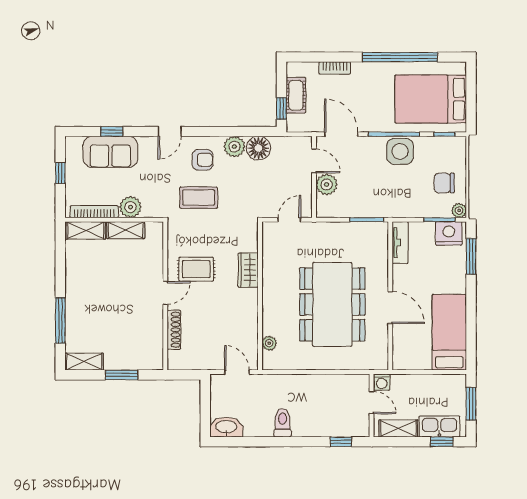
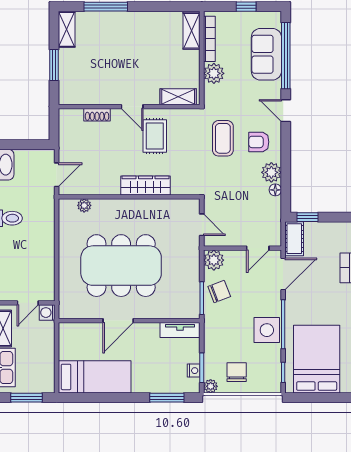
cot: (296, 95) -> (294, 239), moved, turned 90
window: (112, 131) -> (286, 56), width x3.17
floor lamp: (258, 148) -> (275, 190), width x0.53, depth x0.53
armchair: (202, 160) -> (259, 142), turned 90
plant: (327, 184) -> (214, 260), moved
chair: (360, 201) -> (219, 291), added
shelving: (126, 230) -> (178, 97), moved, turned 90
nightstand: (449, 233) -> (194, 371), width x0.53, depth x0.56
wardrobe: (248, 270) -> (146, 185), width x1.50
shoe rack: (174, 330) -> (97, 115), width x0.70

